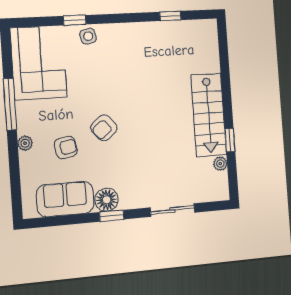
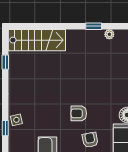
stairs: (209, 115) -> (37, 40), moved
armchair: (104, 128) -> (79, 113), turned 130

